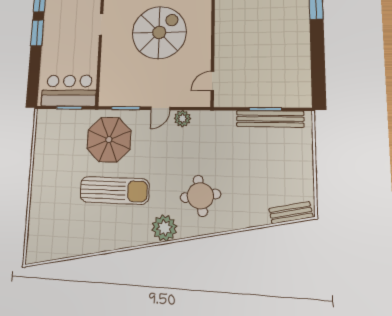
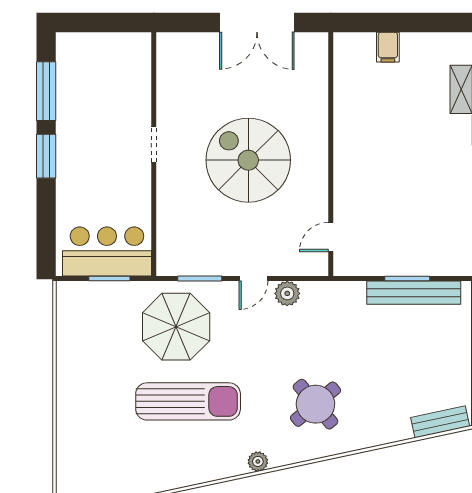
spiral stairs: (159, 33) -> (248, 160), turned -90
round table: (200, 196) -> (315, 404), turned -31
plant: (164, 228) -> (258, 461), width x0.53, depth x0.53

